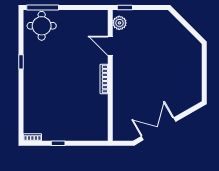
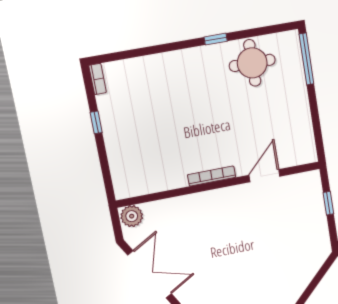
window: (125, 8) -> (328, 203), moved
plant: (119, 23) -> (132, 216), moved
round table: (42, 26) -> (252, 63), moved

